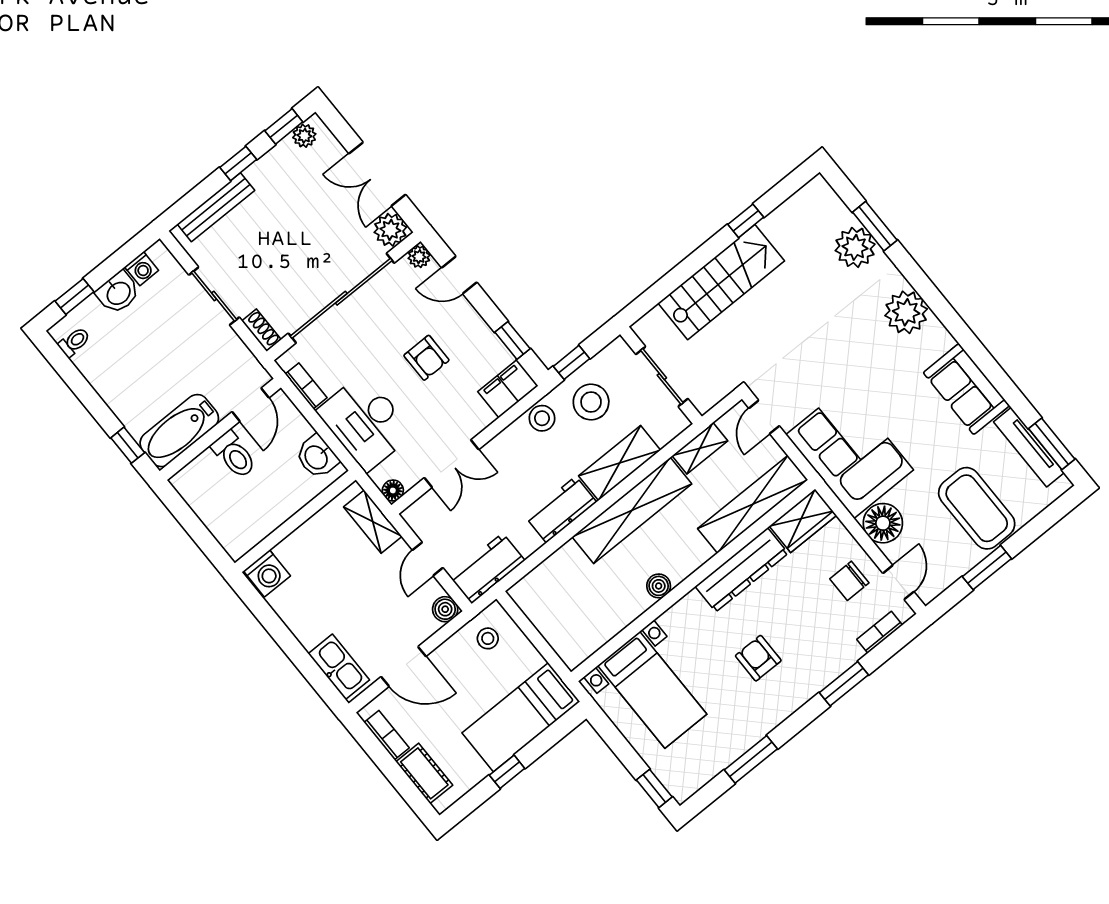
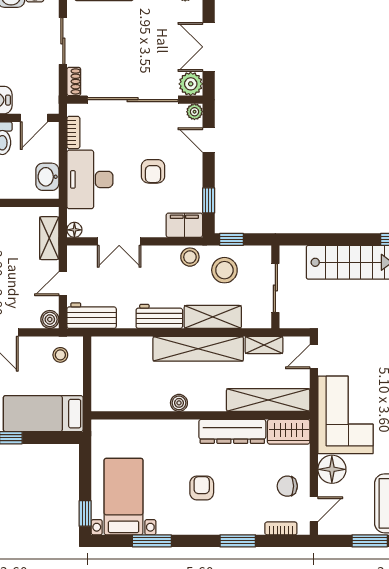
bed with nightstands: (652, 690) -> (124, 497), moved, turned 180

